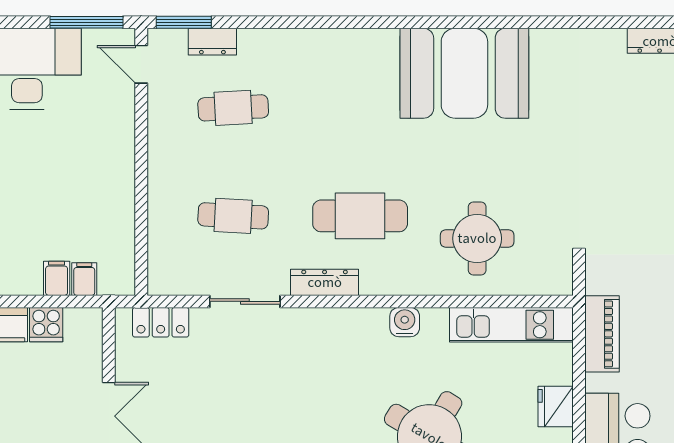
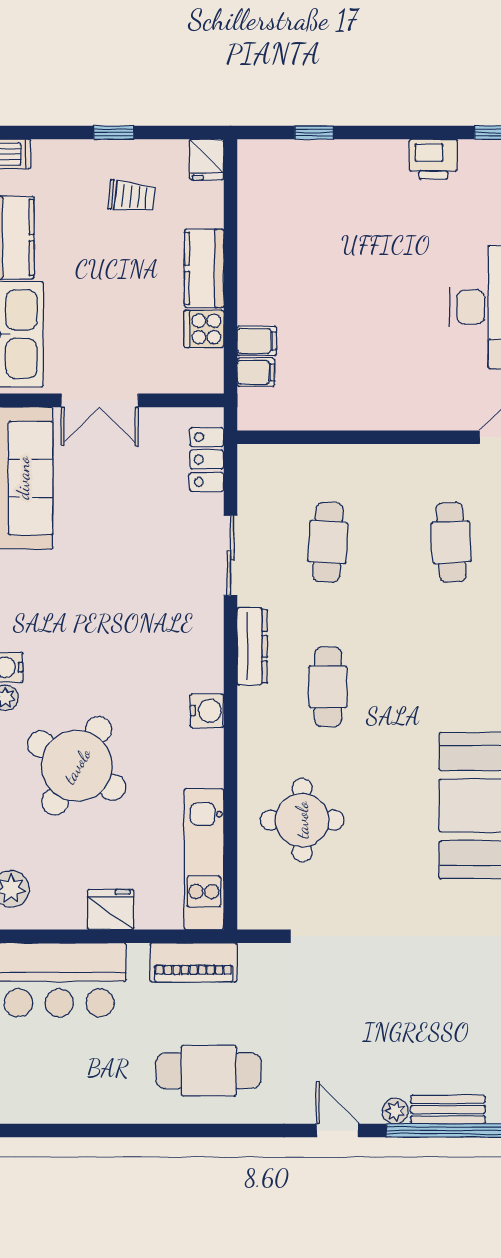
cafe table: (360, 216) -> (328, 687), width x0.73, depth x0.74
water cooler: (405, 322) -> (207, 711), moved

